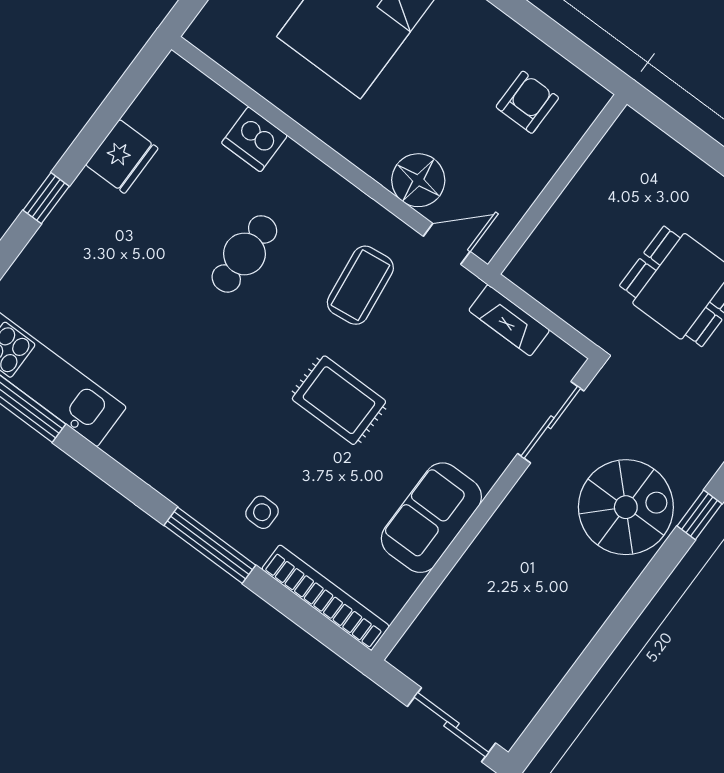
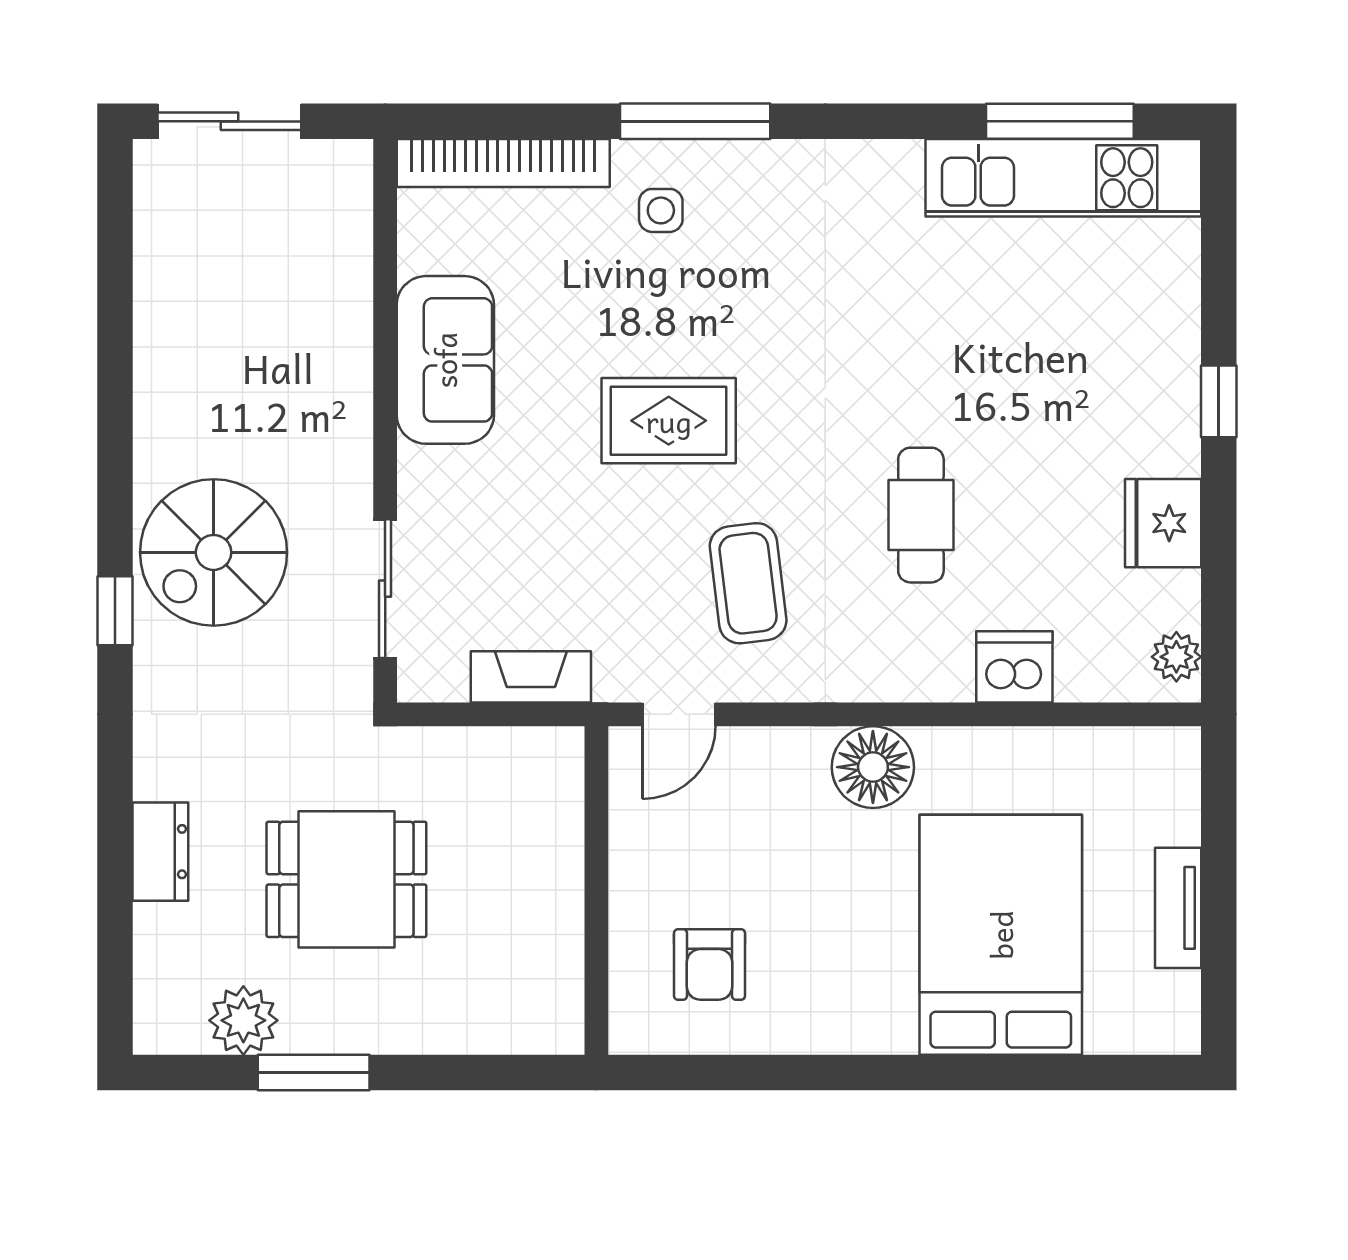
plant: (167, 82) -> (1176, 657), added
floor lamp: (418, 180) -> (873, 767), moved

